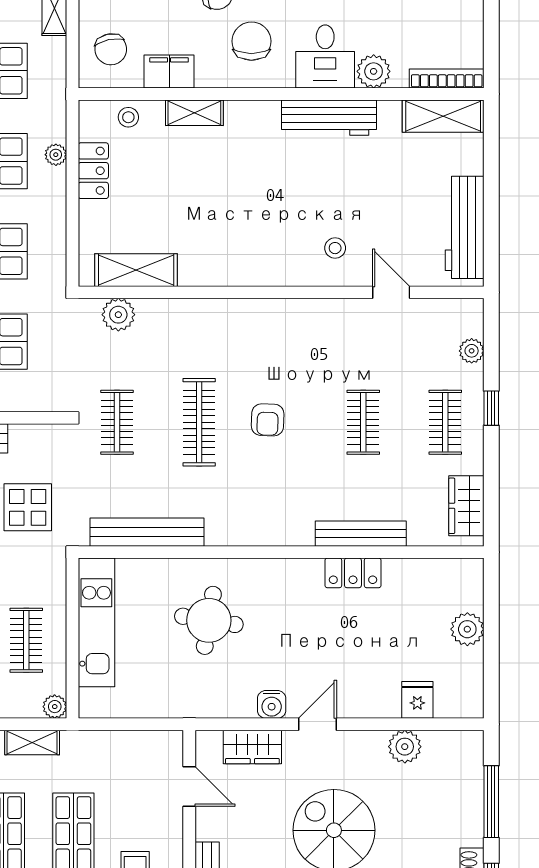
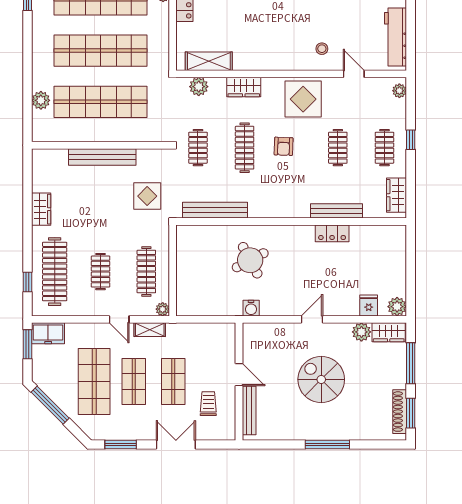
wardrobe: (198, 315) -> (244, 87), added
display table: (302, 337) -> (303, 99), added
plant: (472, 351) -> (399, 91), moved
round table: (209, 620) -> (250, 260), turned -37
kitchen unit: (96, 622) -> (186, 261), removed
plant: (467, 629) -> (397, 307), moved
clothes rail: (26, 640) -> (146, 272), width x1.36
water cooler: (272, 704) -> (251, 308), moved
wardrobe: (252, 747) -> (389, 332), moved
door: (189, 787) -> (239, 375), moved

